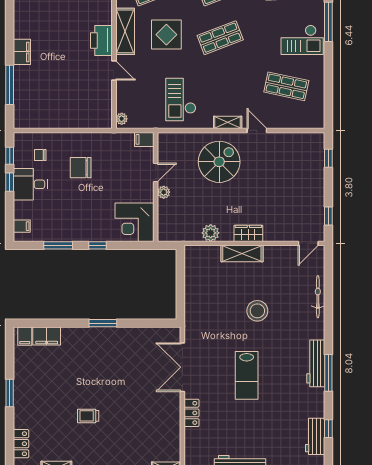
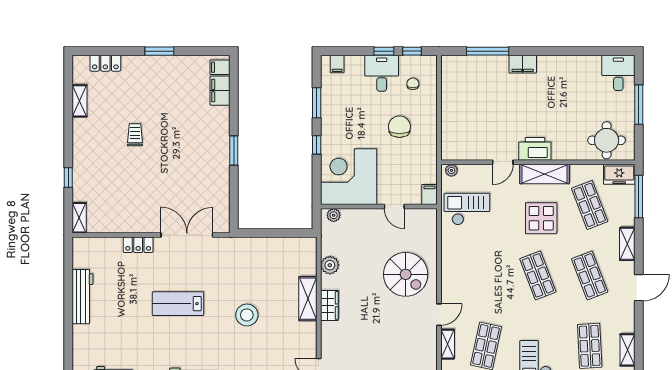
checkout: (181, 99) -> (467, 209), moved
shelving: (228, 122) -> (448, 344), moved
plant: (164, 192) -> (334, 215), moved
corner desk: (134, 222) -> (349, 177), width x1.36, depth x1.36

